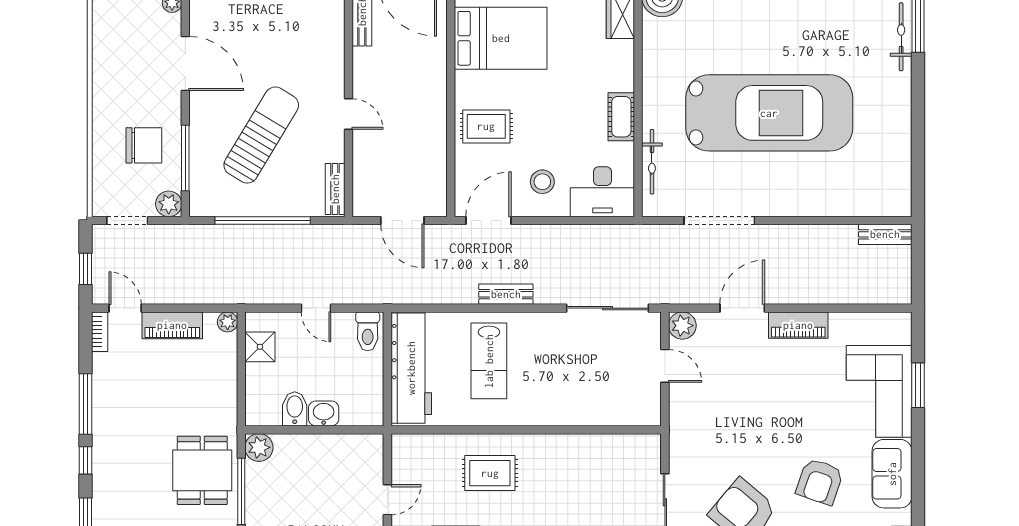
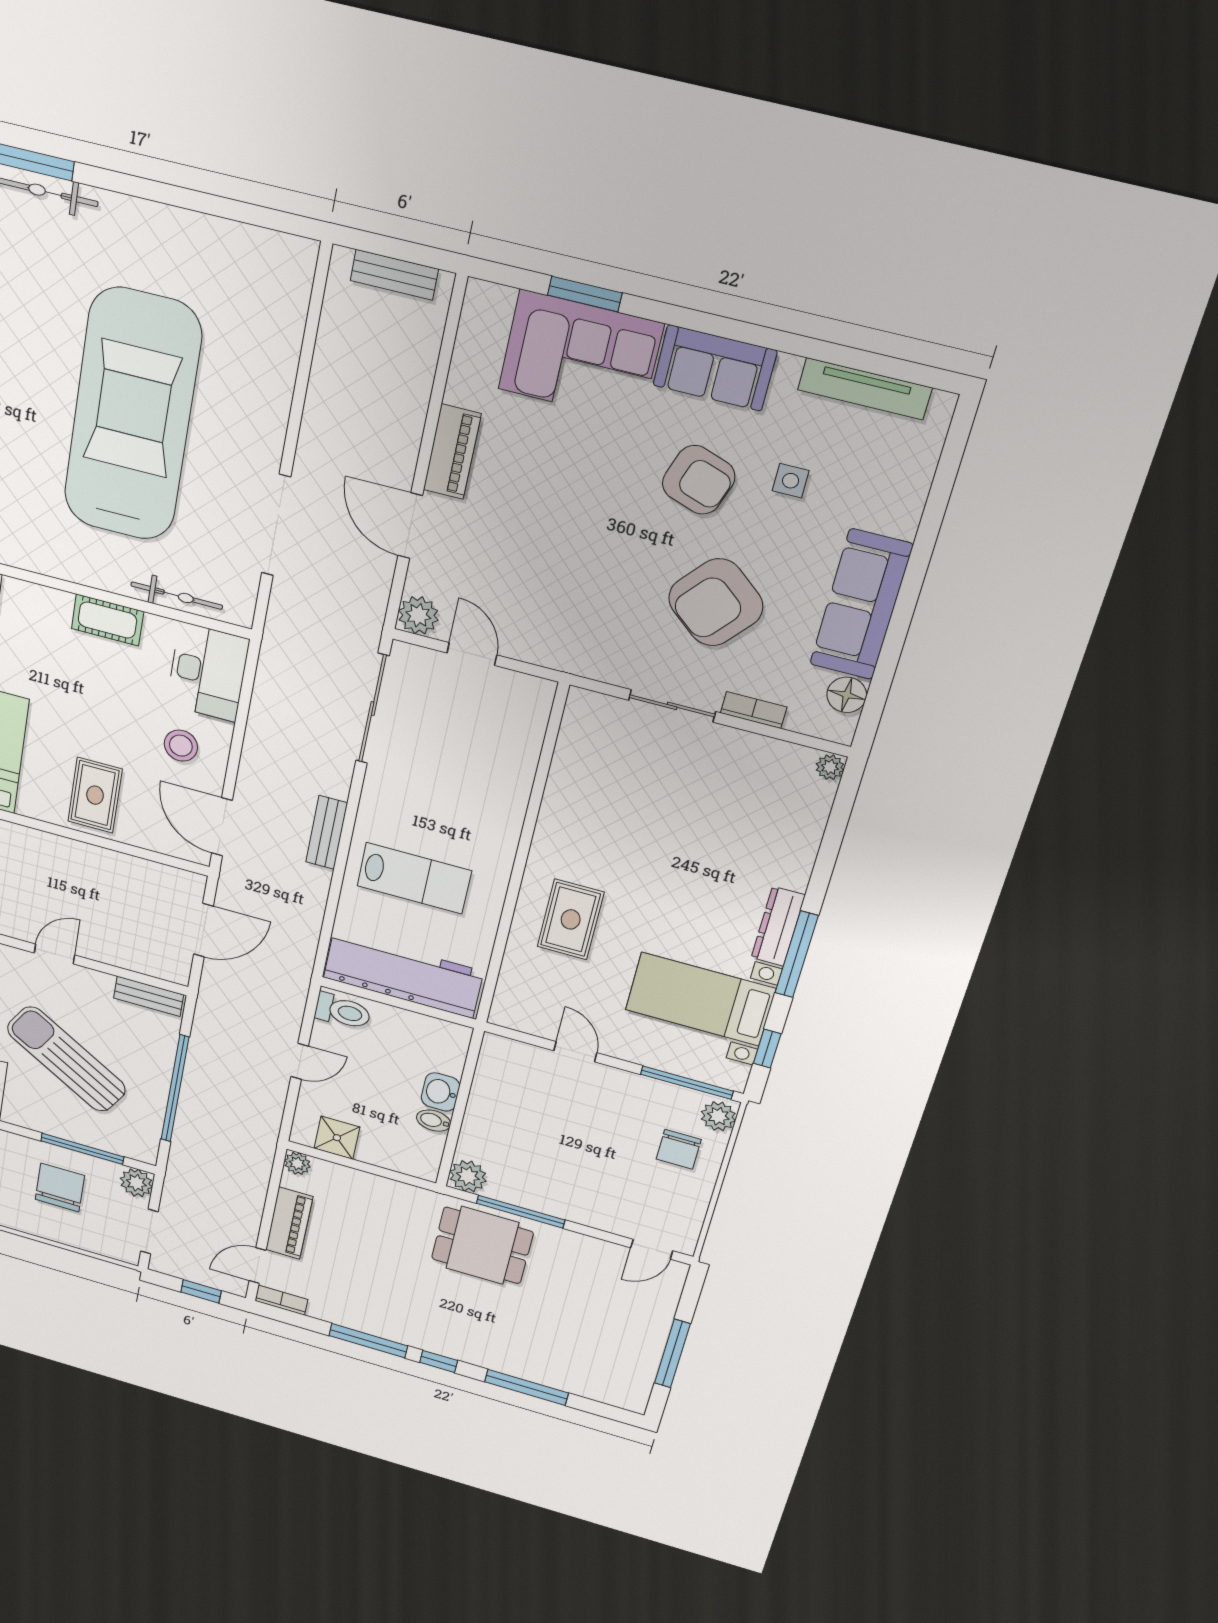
bench: (885, 234) -> (394, 275), moved, turned 90
door: (665, 366) -> (472, 654), hinge flipped
bidet: (295, 409) -> (434, 1121), width x0.72, depth x0.74

